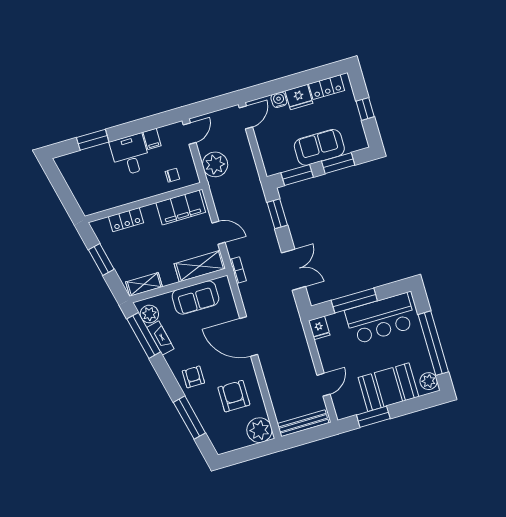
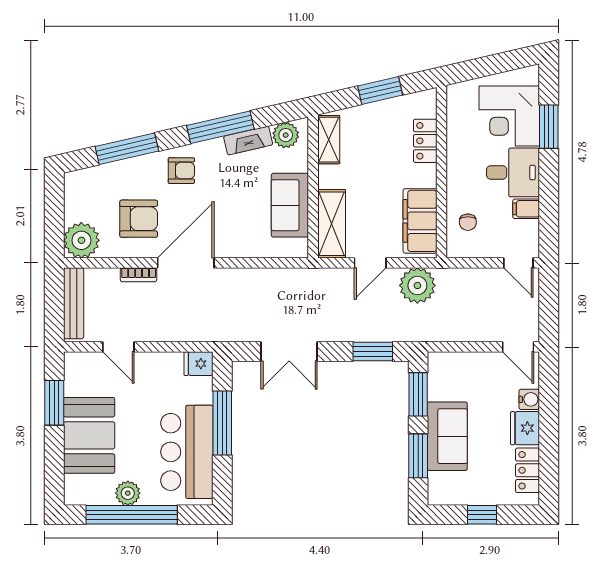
plant: (215, 164) -> (417, 285), moved
corner desk: (93, 168) -> (509, 116), added
bookcase: (238, 270) -> (139, 275), moved
window: (144, 335) -> (220, 127), moved
door: (249, 336) -> (186, 263), moved
plant: (429, 381) -> (128, 493), moved

